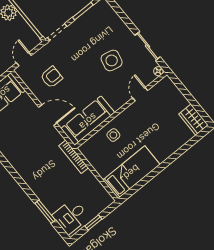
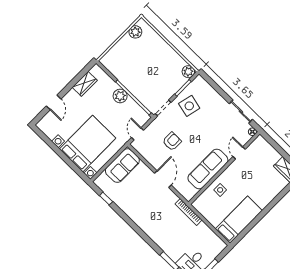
side table: (112, 60) -> (189, 106), moved
armchair: (51, 77) -> (172, 141), moved
door: (48, 115) -> (163, 179), hinge flipped
sofa: (88, 121) -> (208, 169), moved

